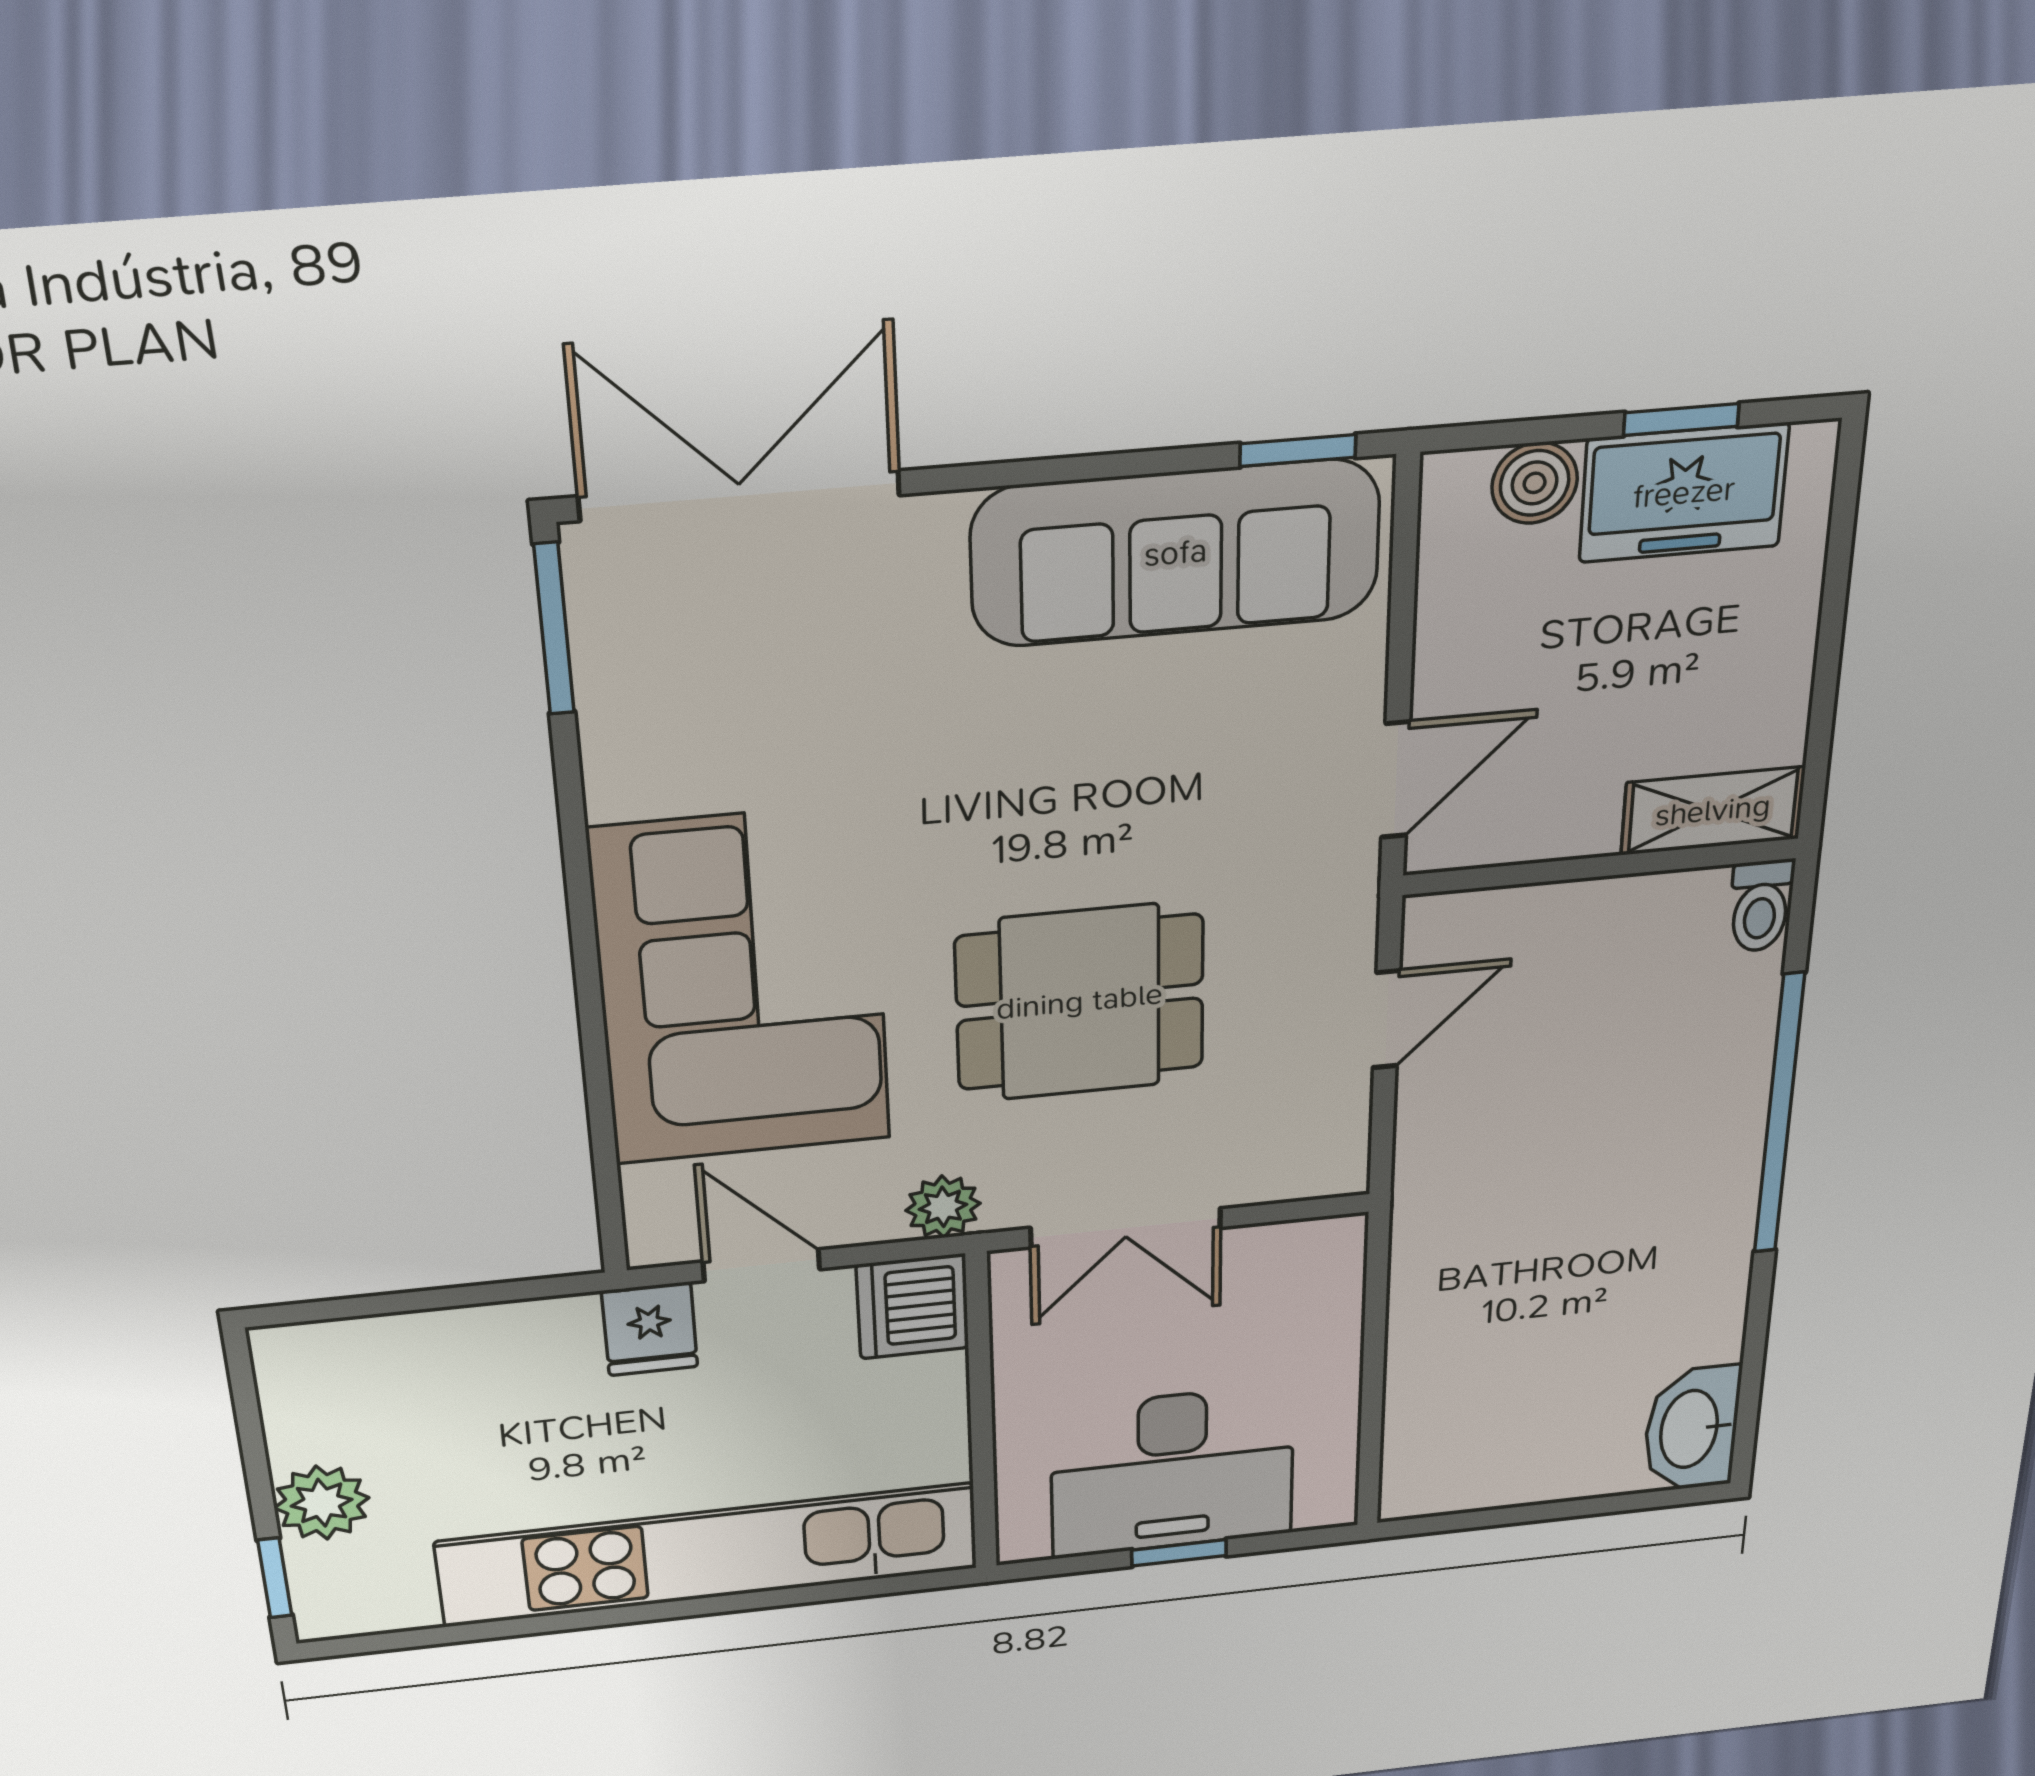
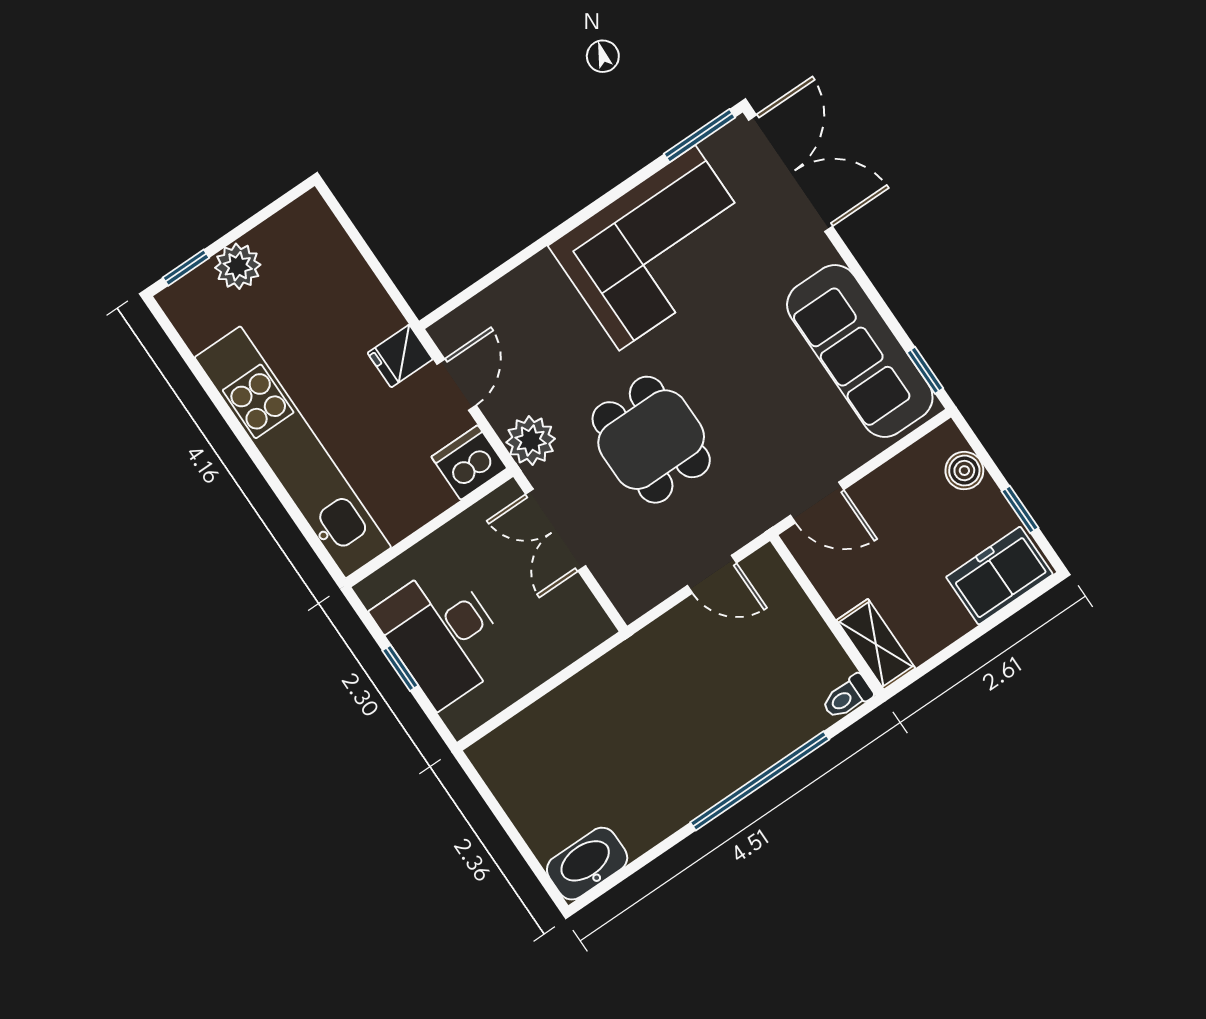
freezer: (1684, 493) -> (999, 576), moved, turned 90
corner sofa: (742, 987) -> (657, 248), moved
plant: (943, 1207) -> (531, 440), width x1.38, depth x1.38

